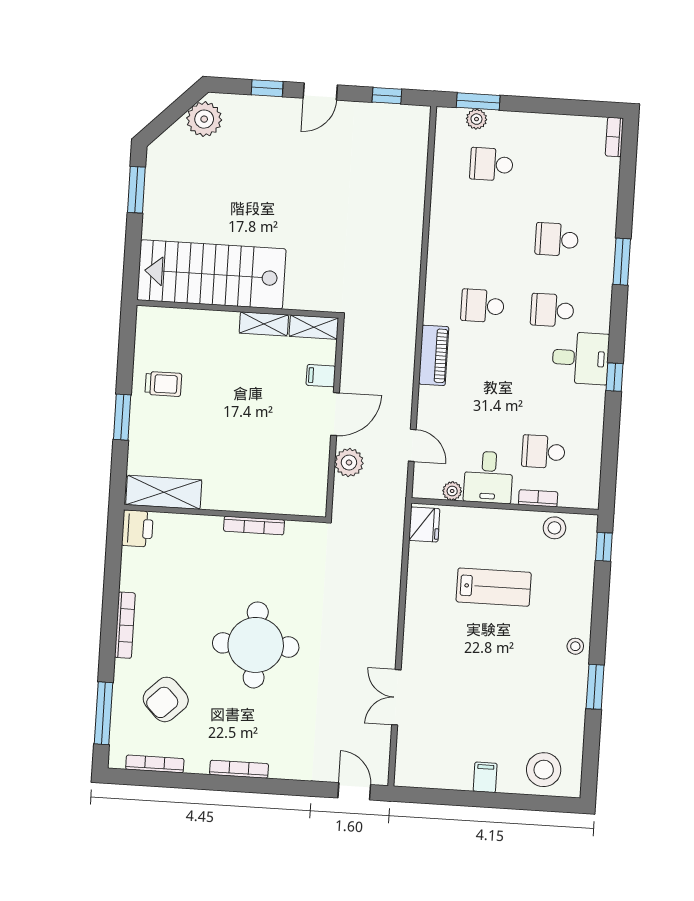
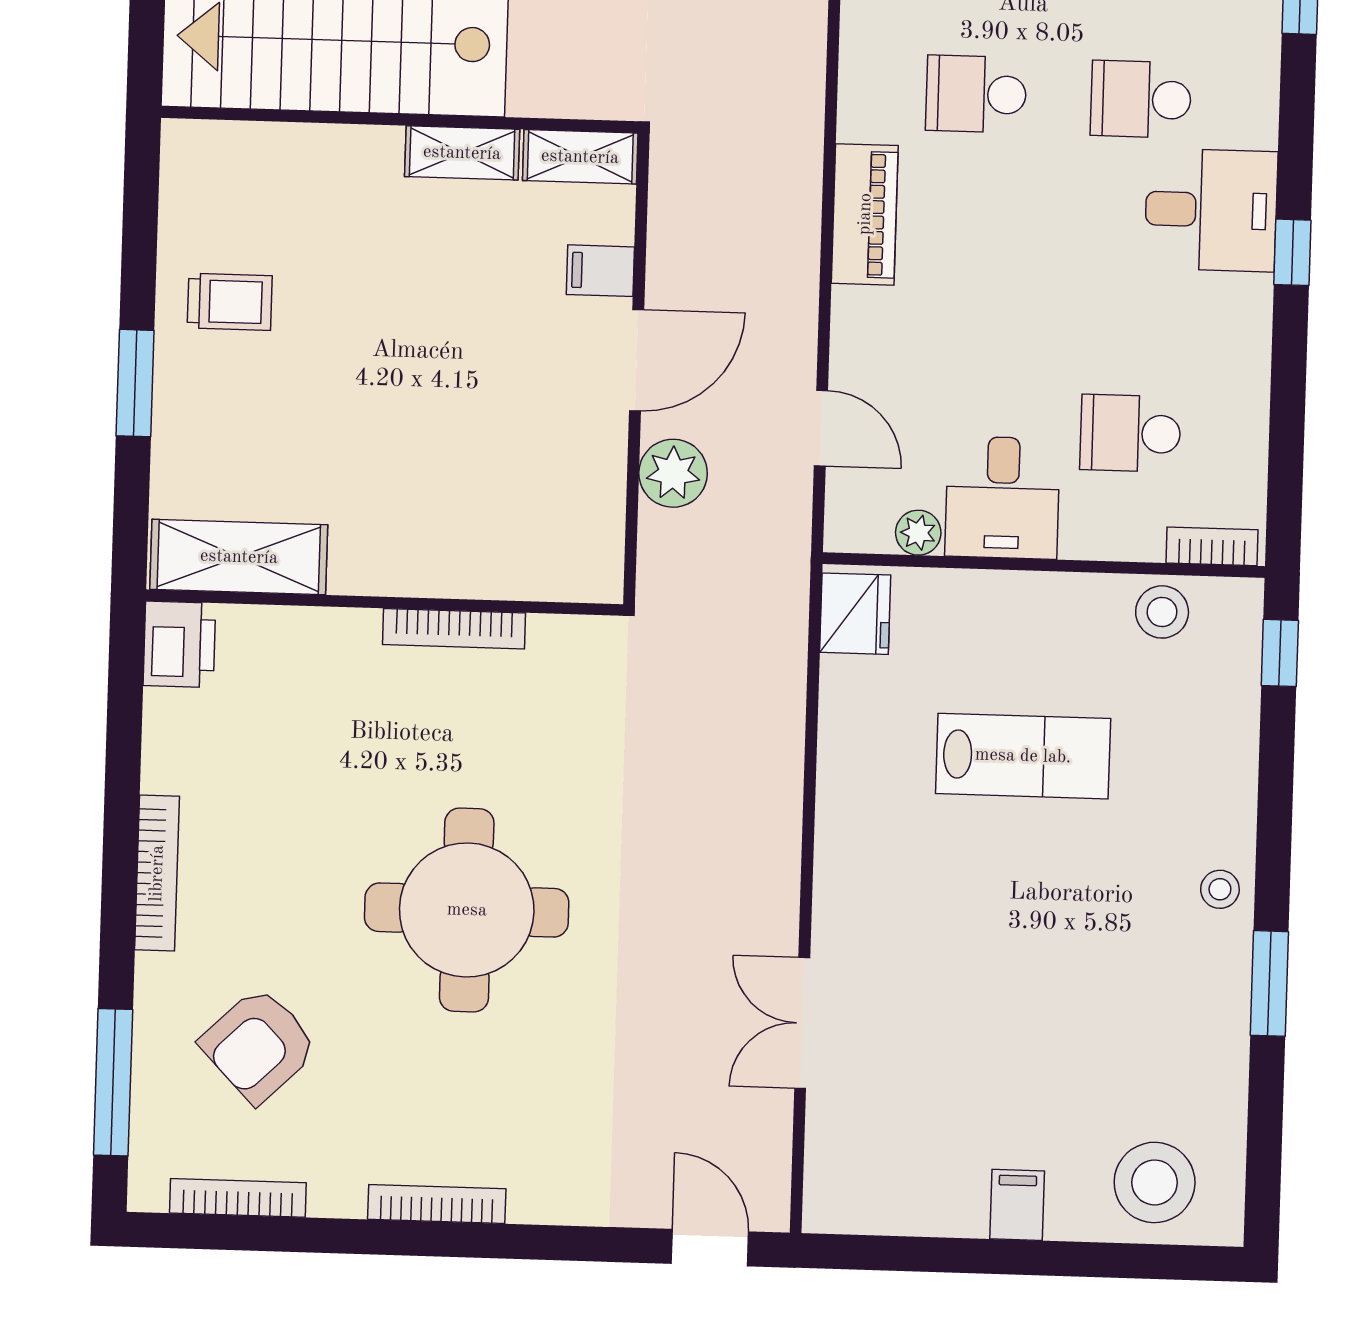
bookcase: (538, 498) -> (1212, 546), moved

